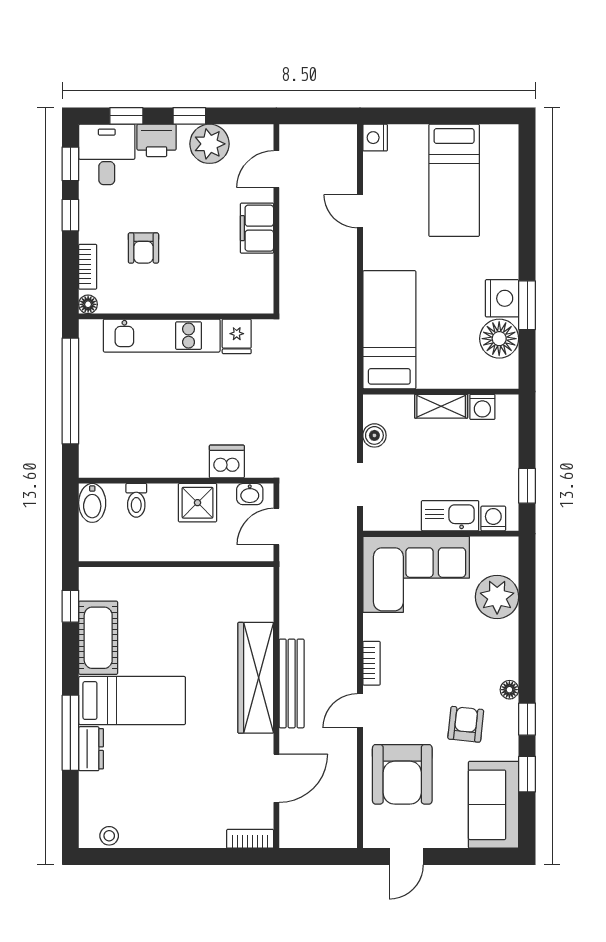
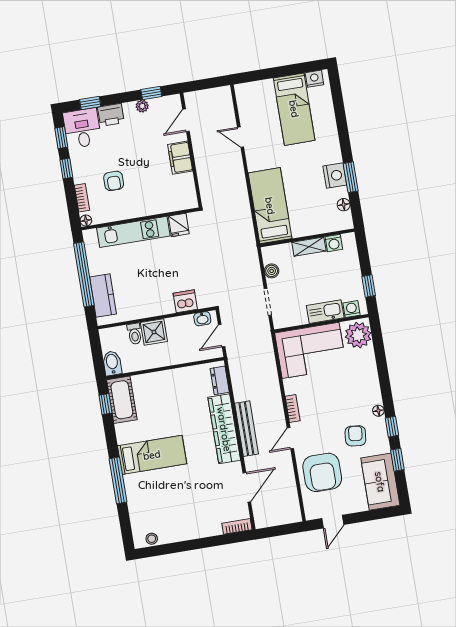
window: (189, 116) -> (151, 93), moved
nightstand: (375, 138) -> (314, 79), moved, turned 90
plant: (209, 144) -> (142, 106), width x0.53, depth x0.53
floor lamp: (499, 339) -> (344, 205), width x0.53, depth x0.53
kitchen counter: (96, 430) -> (103, 296), added
bidet: (92, 503) -> (112, 363), moved, turned 180
shower: (198, 503) -> (154, 332), moved
plant: (497, 597) -> (358, 335), moved
cot: (98, 638) -> (122, 400), moved
dresser: (91, 749) -> (220, 380), moved, turned 180

